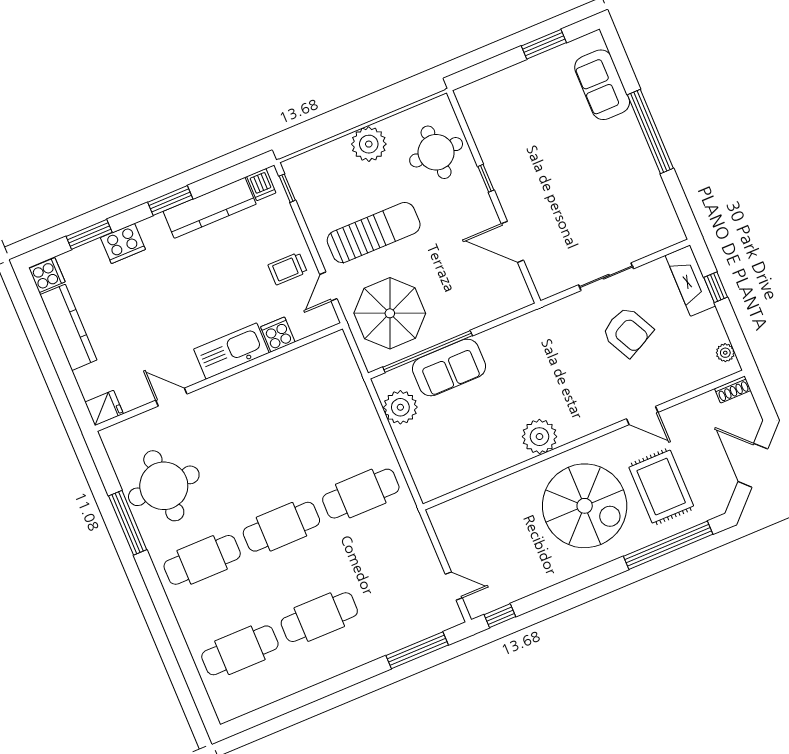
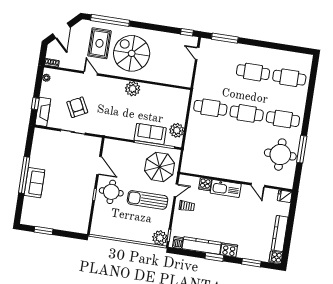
sofa: (602, 85) -> (34, 183), moved
plant: (369, 144) -> (160, 238), moved
round table: (436, 152) -> (111, 192), moved
cooker: (123, 243) -> (229, 250), moved

